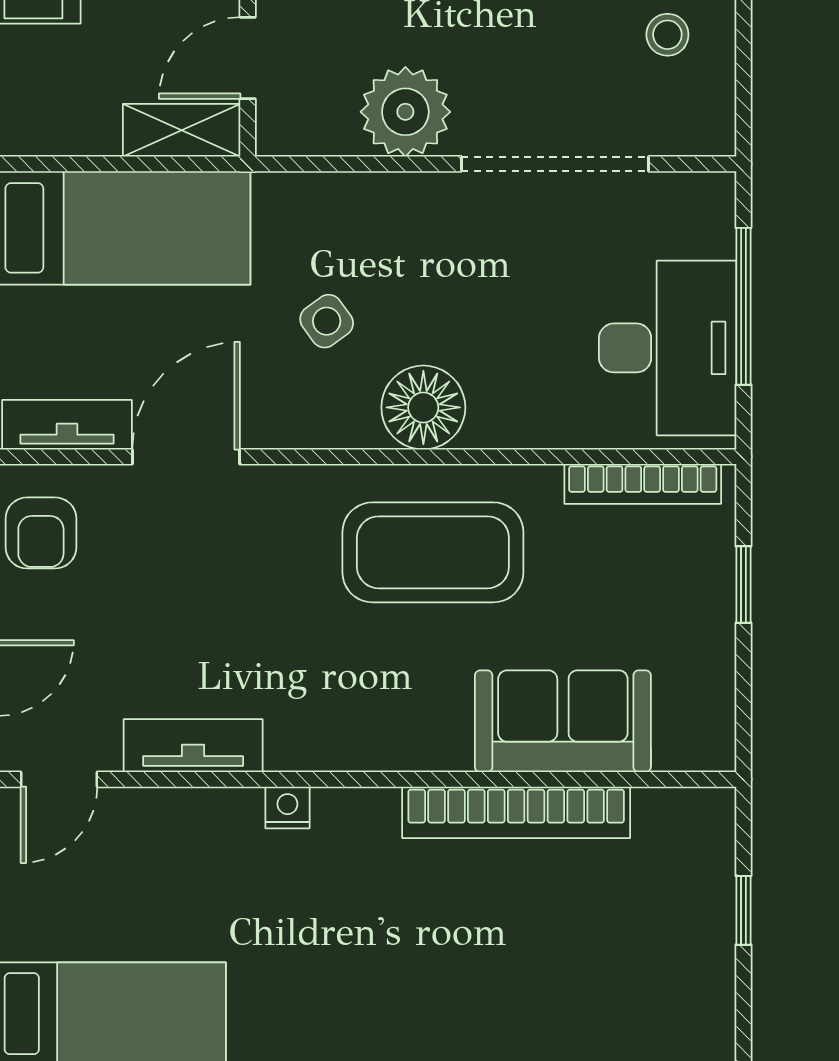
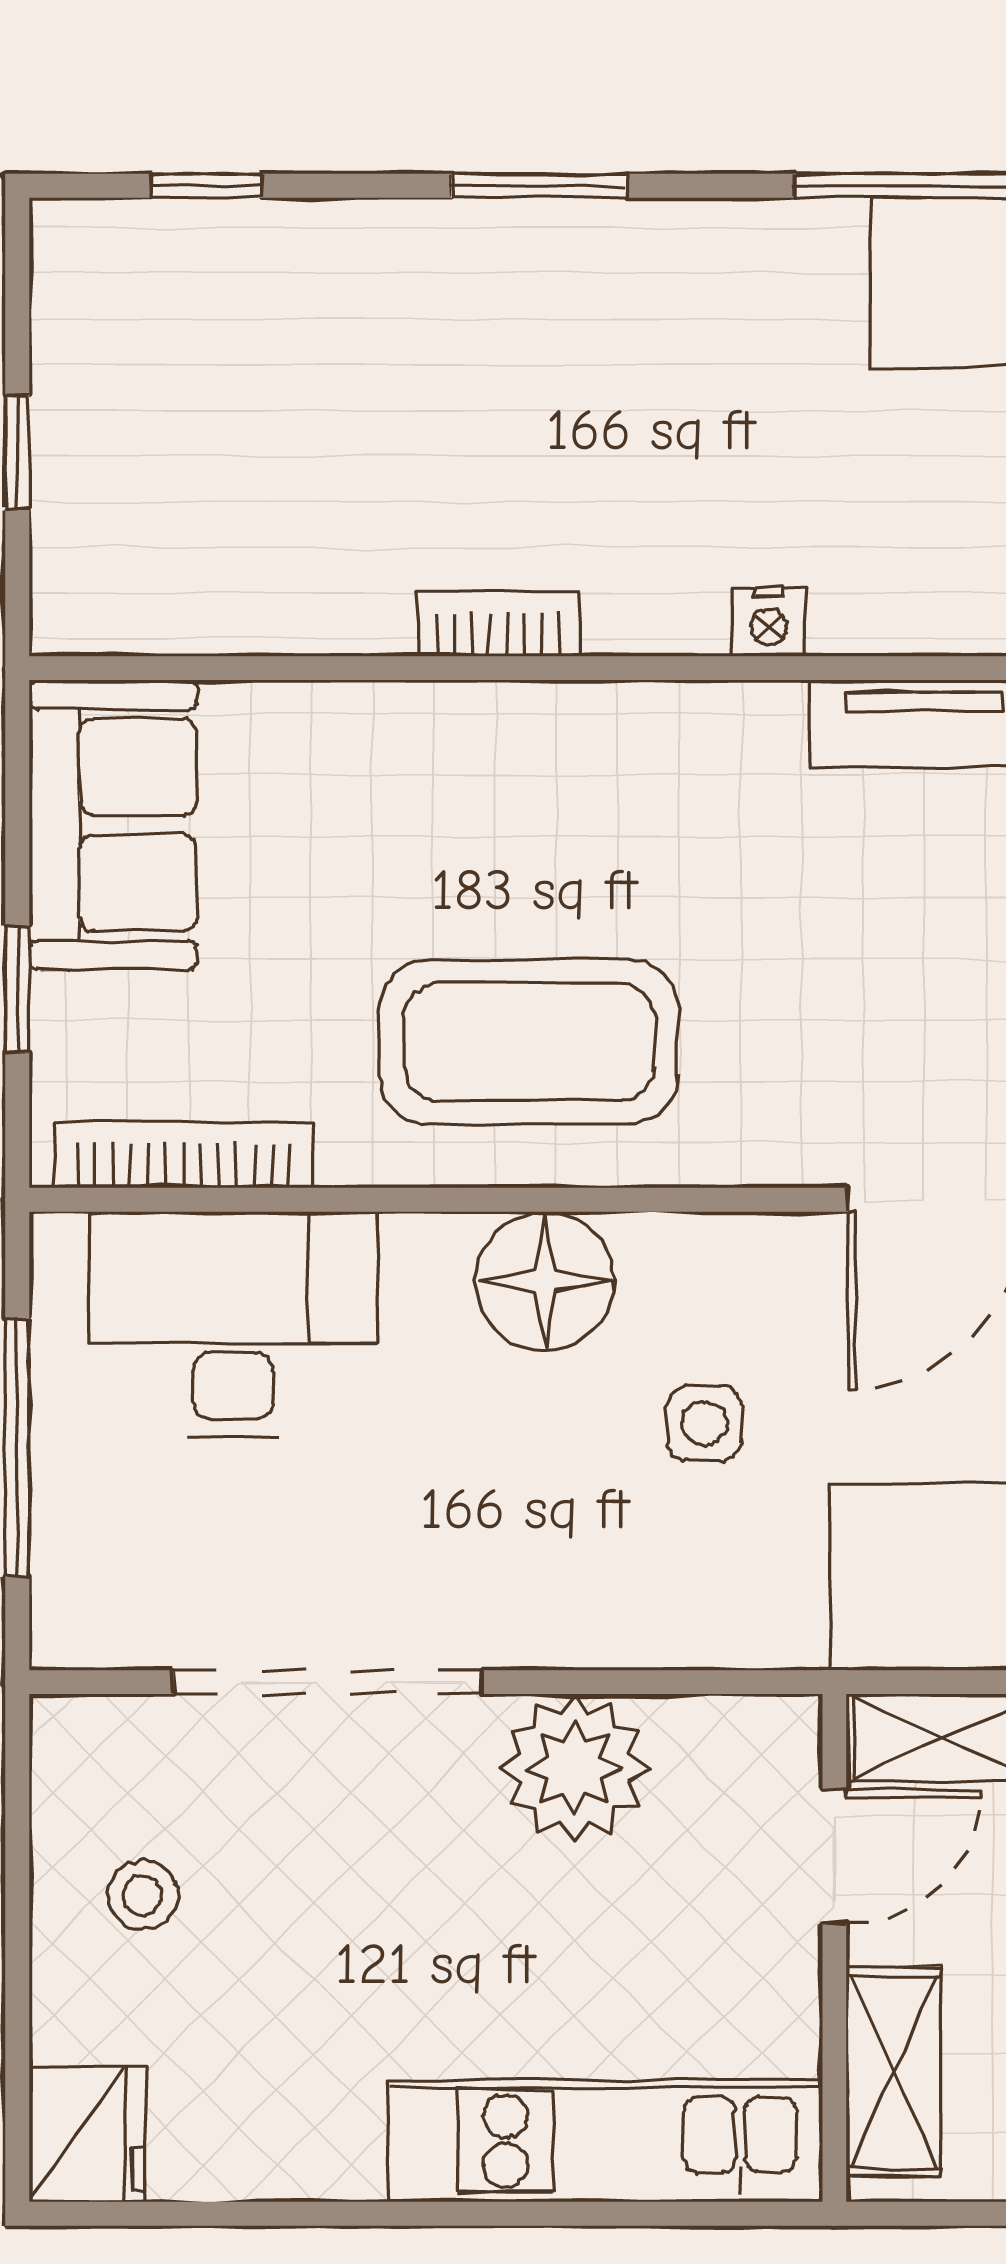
side table: (327, 321) -> (704, 1423), turned 36
desk: (668, 348) -> (233, 1325), moved, turned 90
sofa: (563, 721) -> (113, 825), moved, turned -90
bookcase: (516, 812) -> (499, 624), width x0.43, depth x0.76

